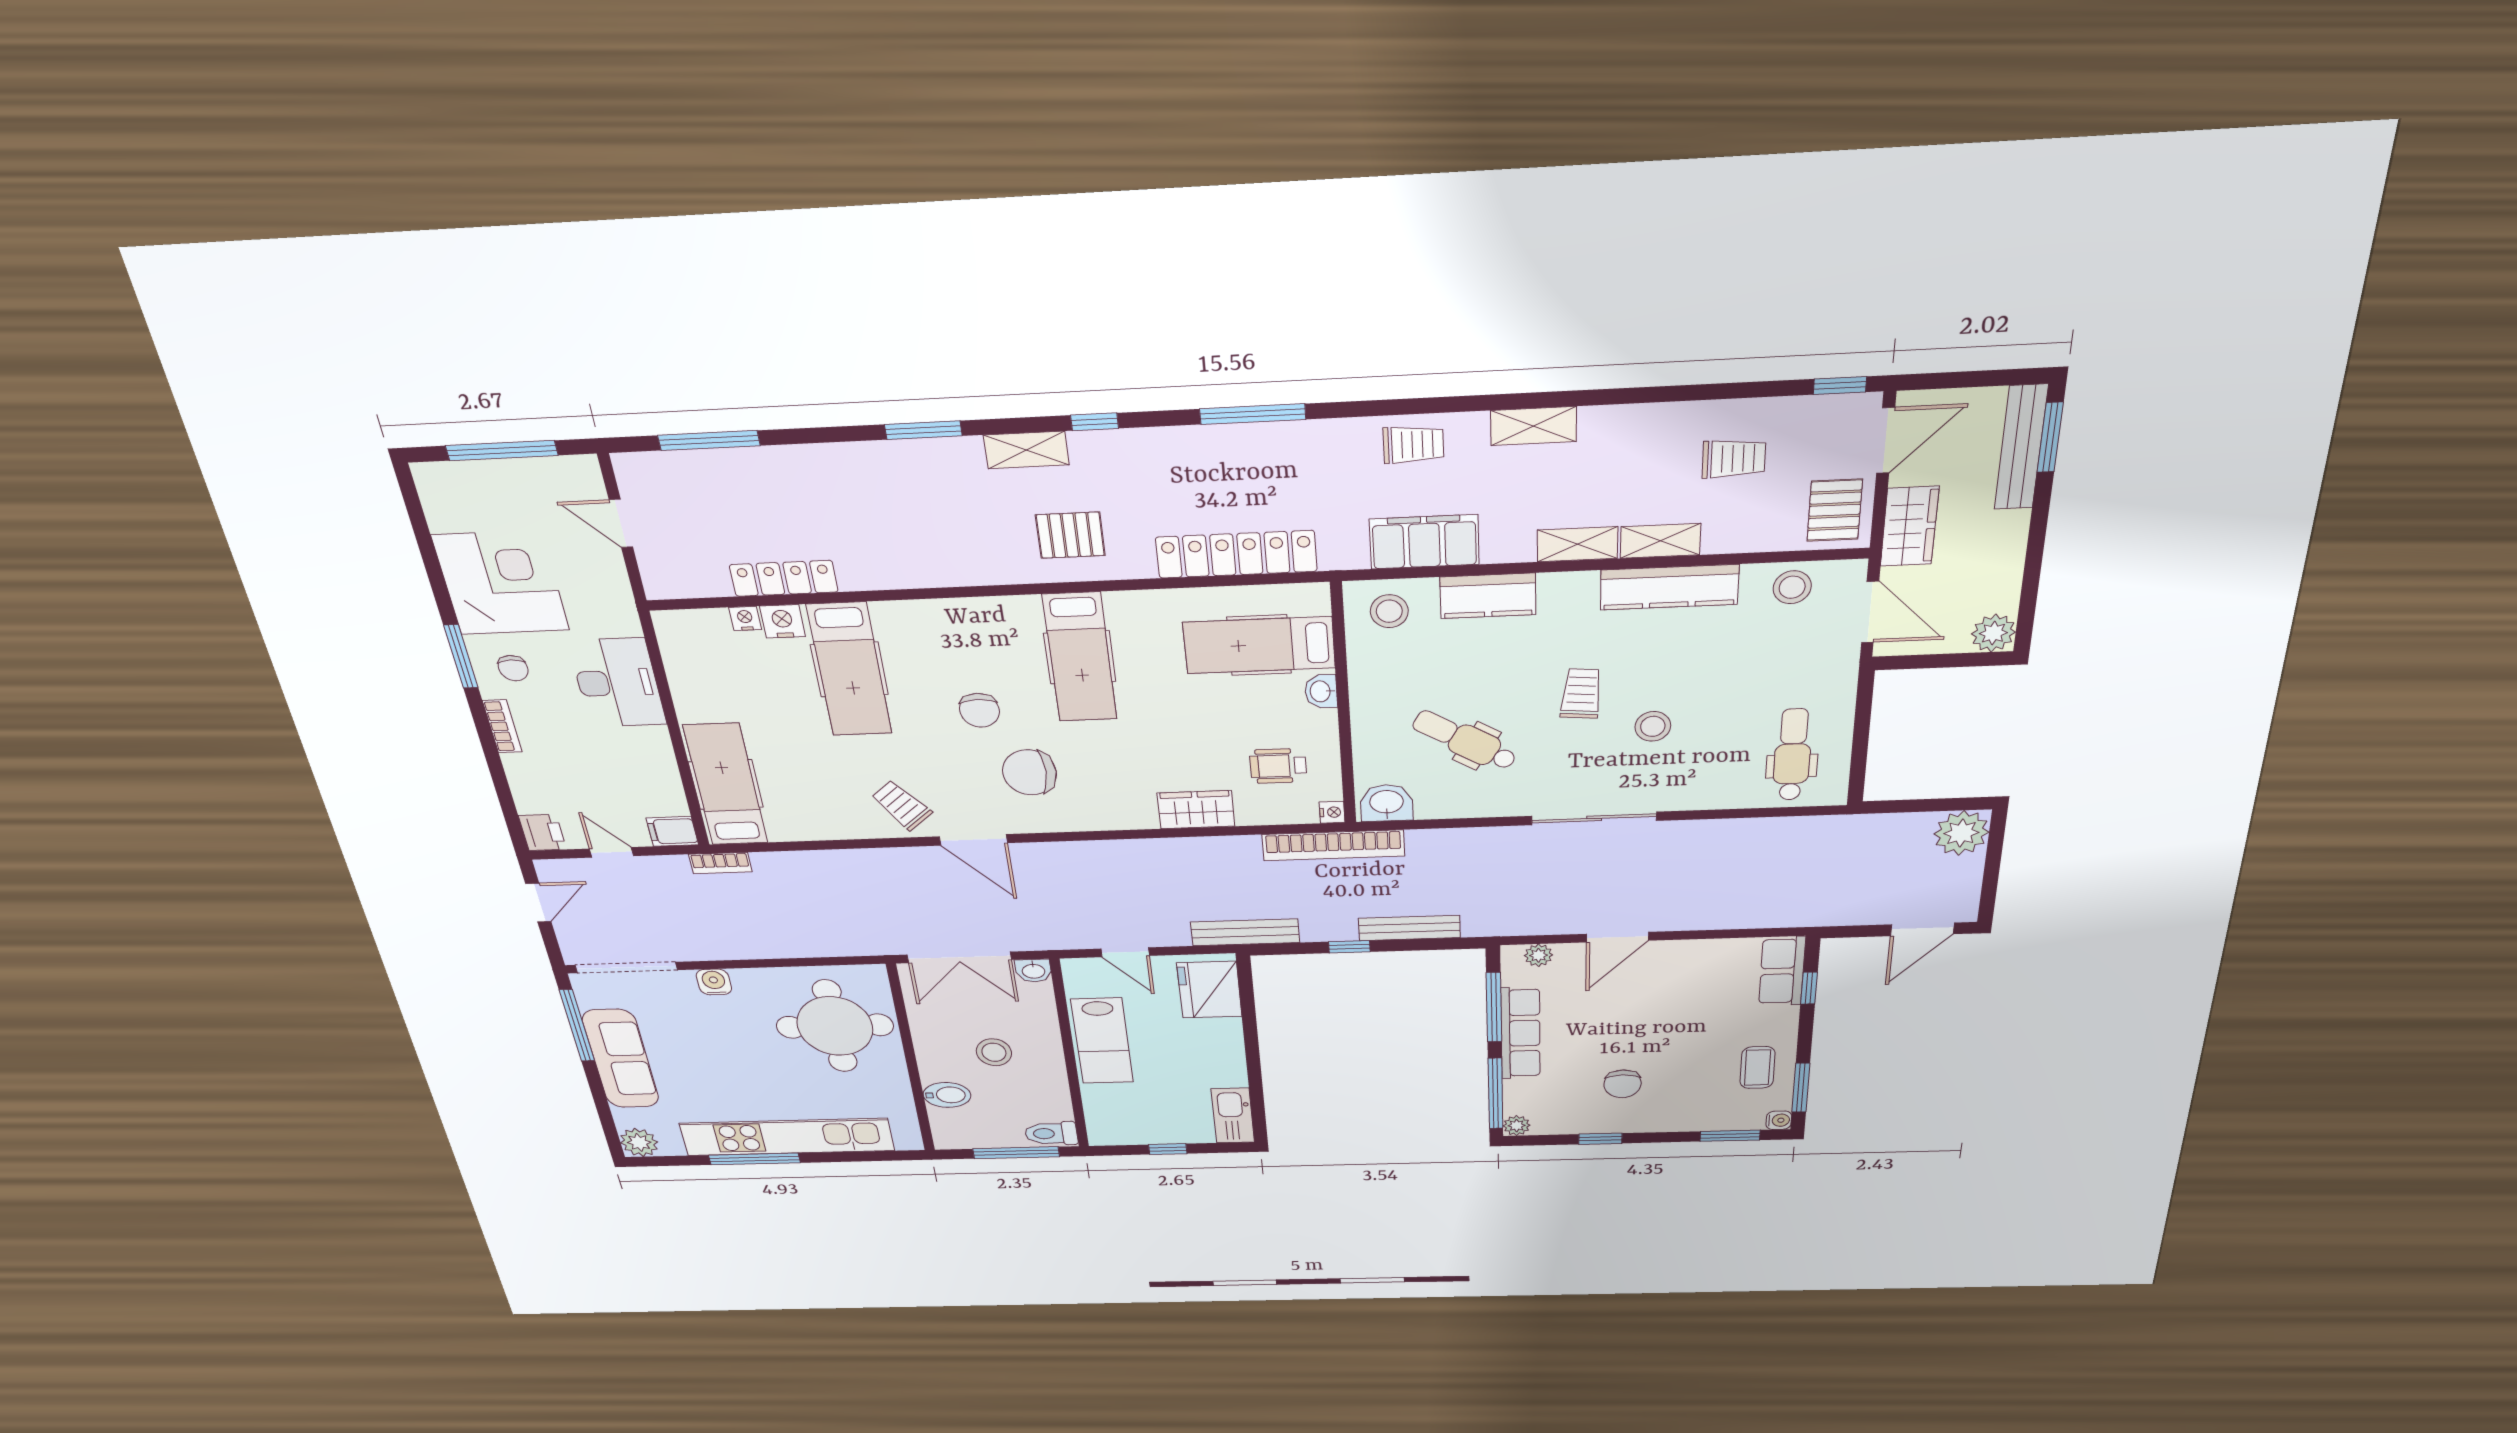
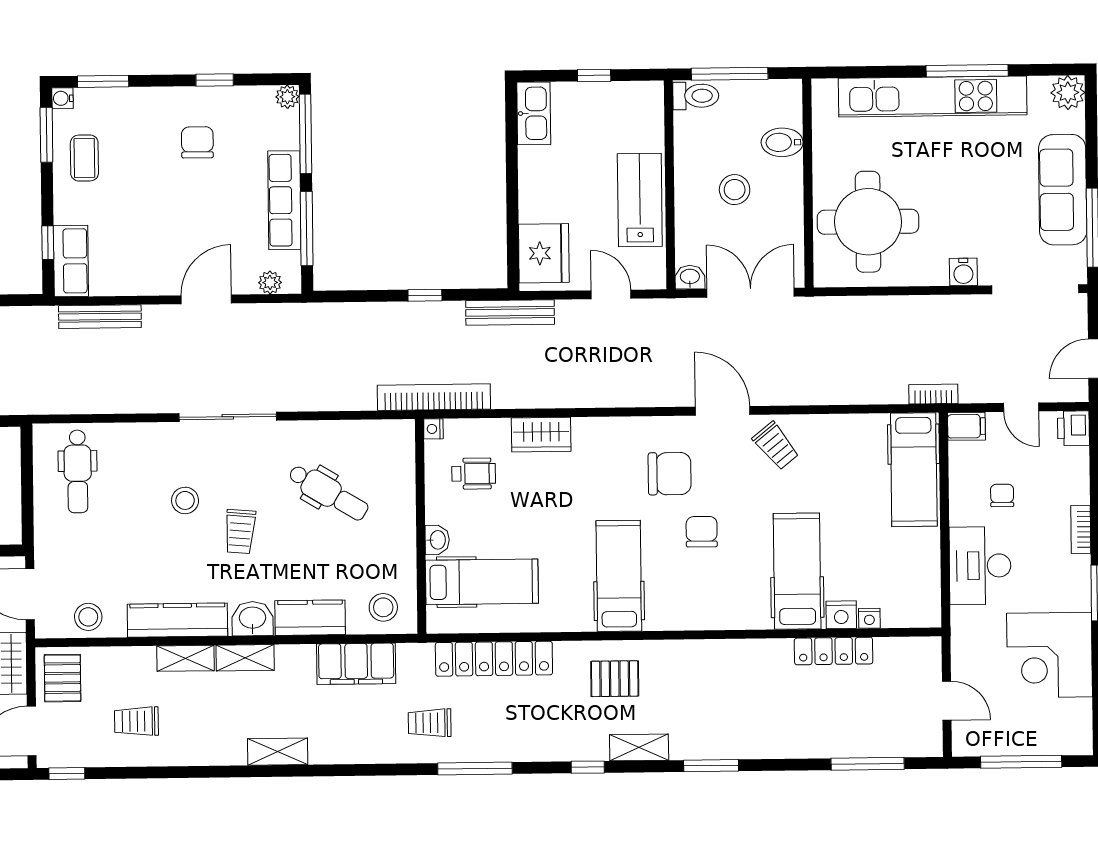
trolley: (1413, 444) -> (430, 723), moved
chair: (513, 668) -> (1002, 495), moved
washbasin: (1387, 803) -> (253, 619), moved, turned 180
bench: (1409, 928) -> (100, 317), moved

